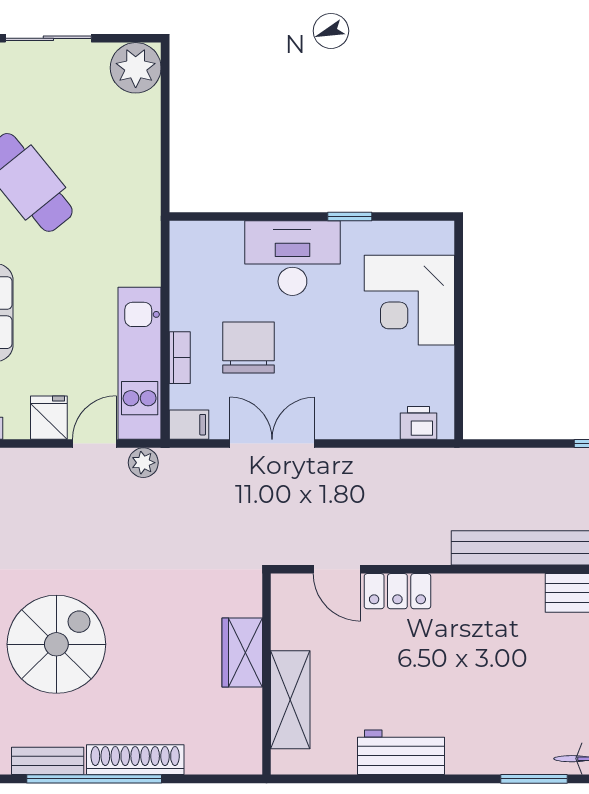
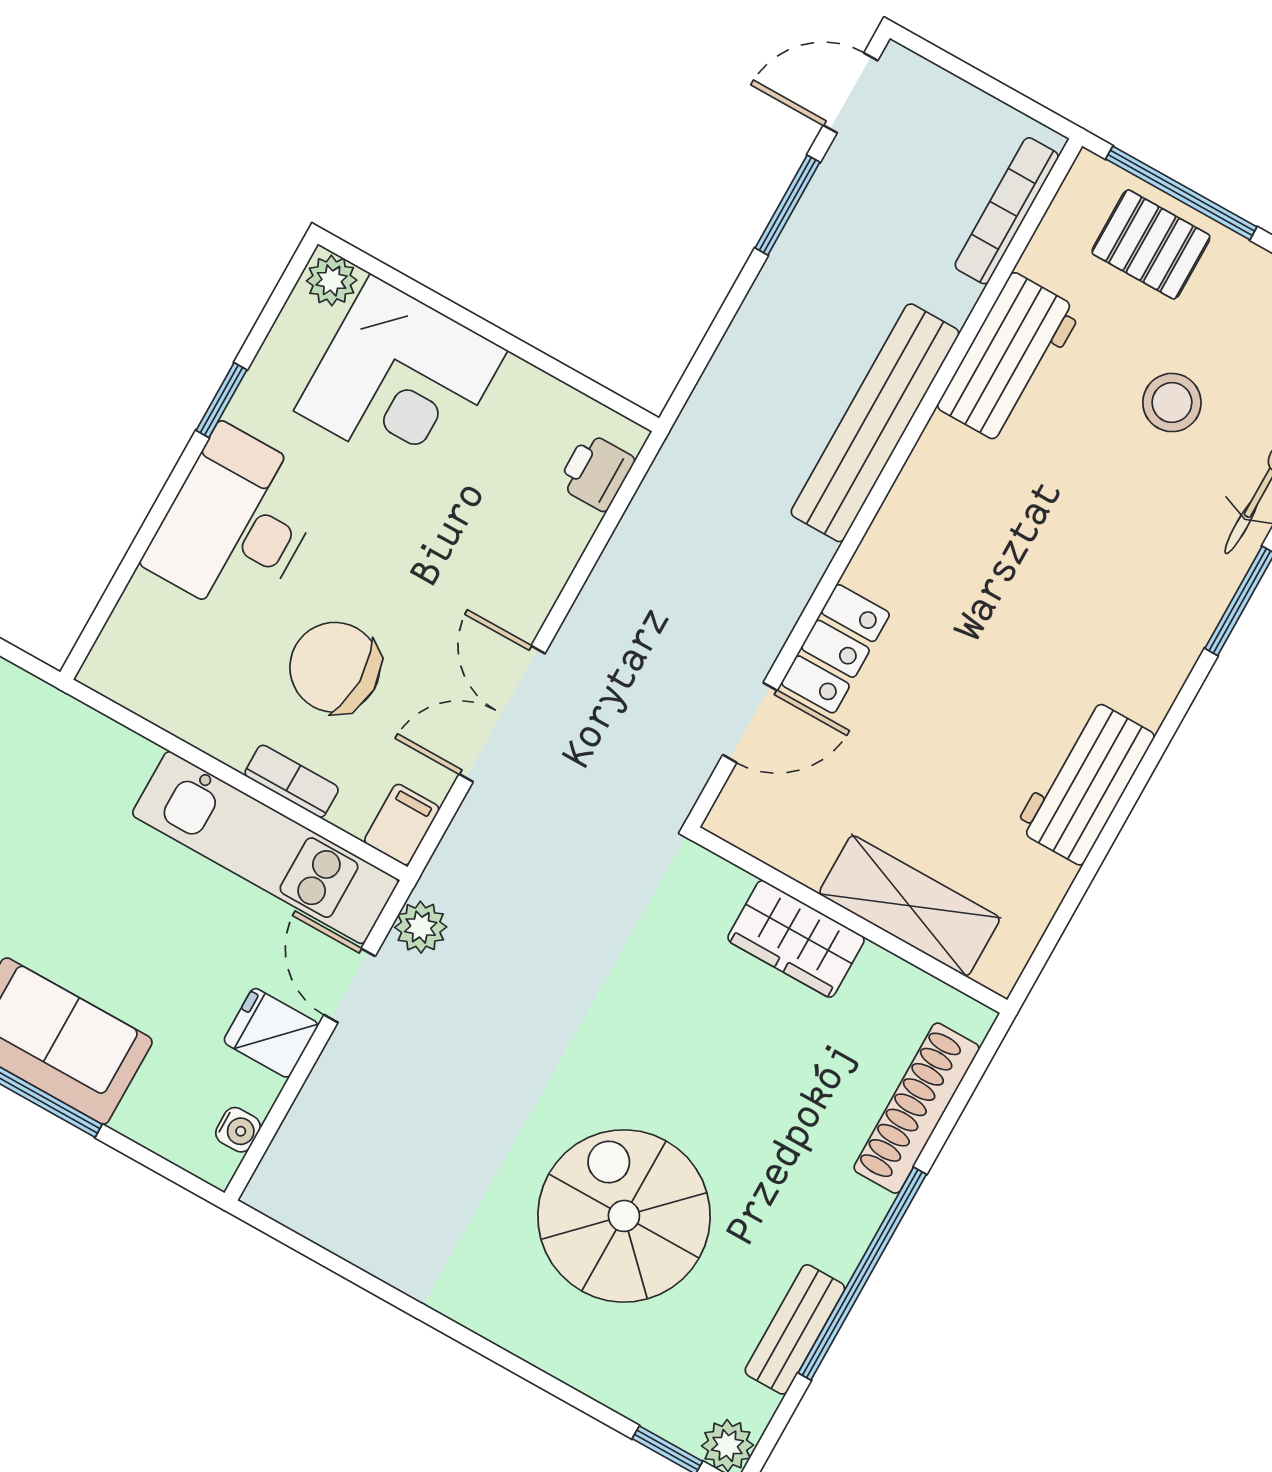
plant: (440, 238) -> (332, 280), added
shoe rack: (135, 760) -> (917, 1108), moved

